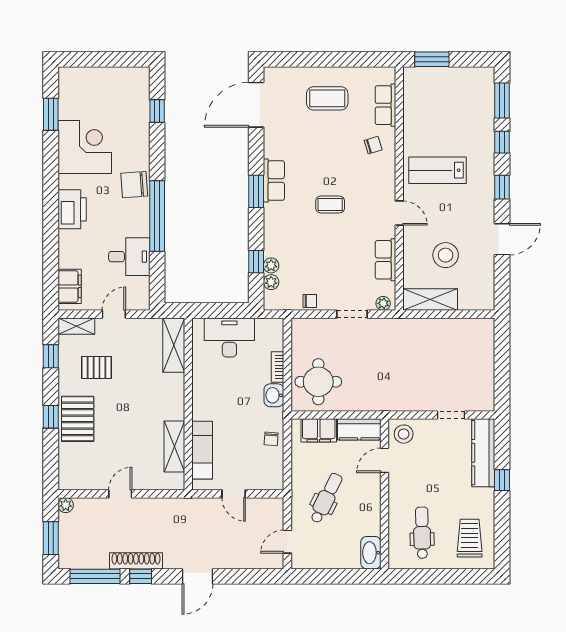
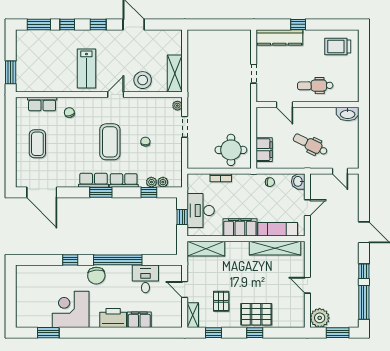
window: (157, 111) -> (70, 260), moved
coffee table: (330, 205) -> (110, 142), width x1.86, depth x1.72
stool: (446, 255) -> (143, 80), moved
row of seats: (385, 260) -> (124, 180), moved, turned 180
filing cabinet: (70, 286) -> (139, 320), moved
chair: (310, 301) -> (145, 142), moved
window: (220, 310) -> (182, 217), added
filing cabinet: (205, 395) -> (240, 227), added
washbasin: (274, 395) -> (298, 181), moved, turned 90
doorway: (451, 415) -> (254, 74), moved
kitchen counter: (359, 429) -> (263, 122), removed
stool: (404, 434) -> (267, 92), removed
shelving: (174, 446) -> (275, 248), width x1.47
plant: (66, 505) -> (320, 318), width x1.87, depth x1.87
dental chair: (422, 533) -> (315, 86), moved
shoe rack: (136, 561) -> (353, 274), removed

